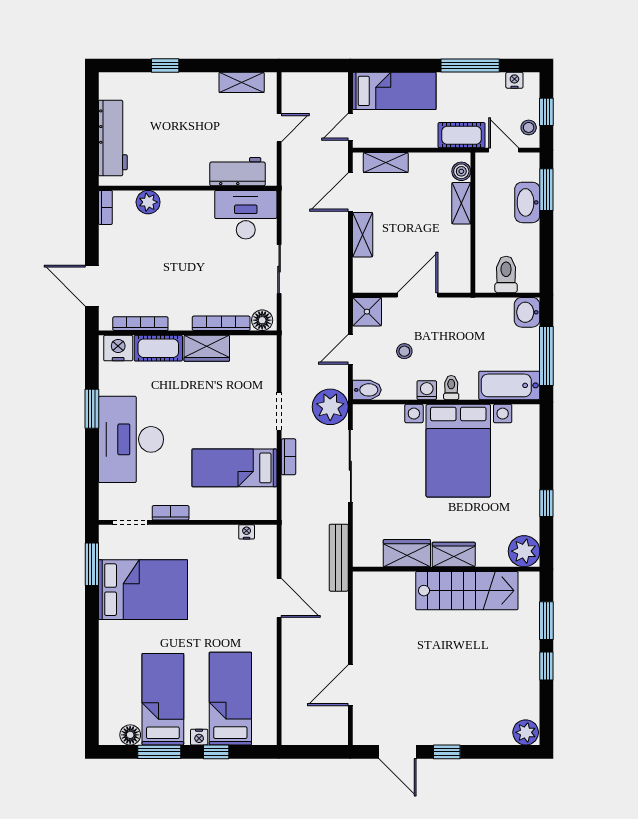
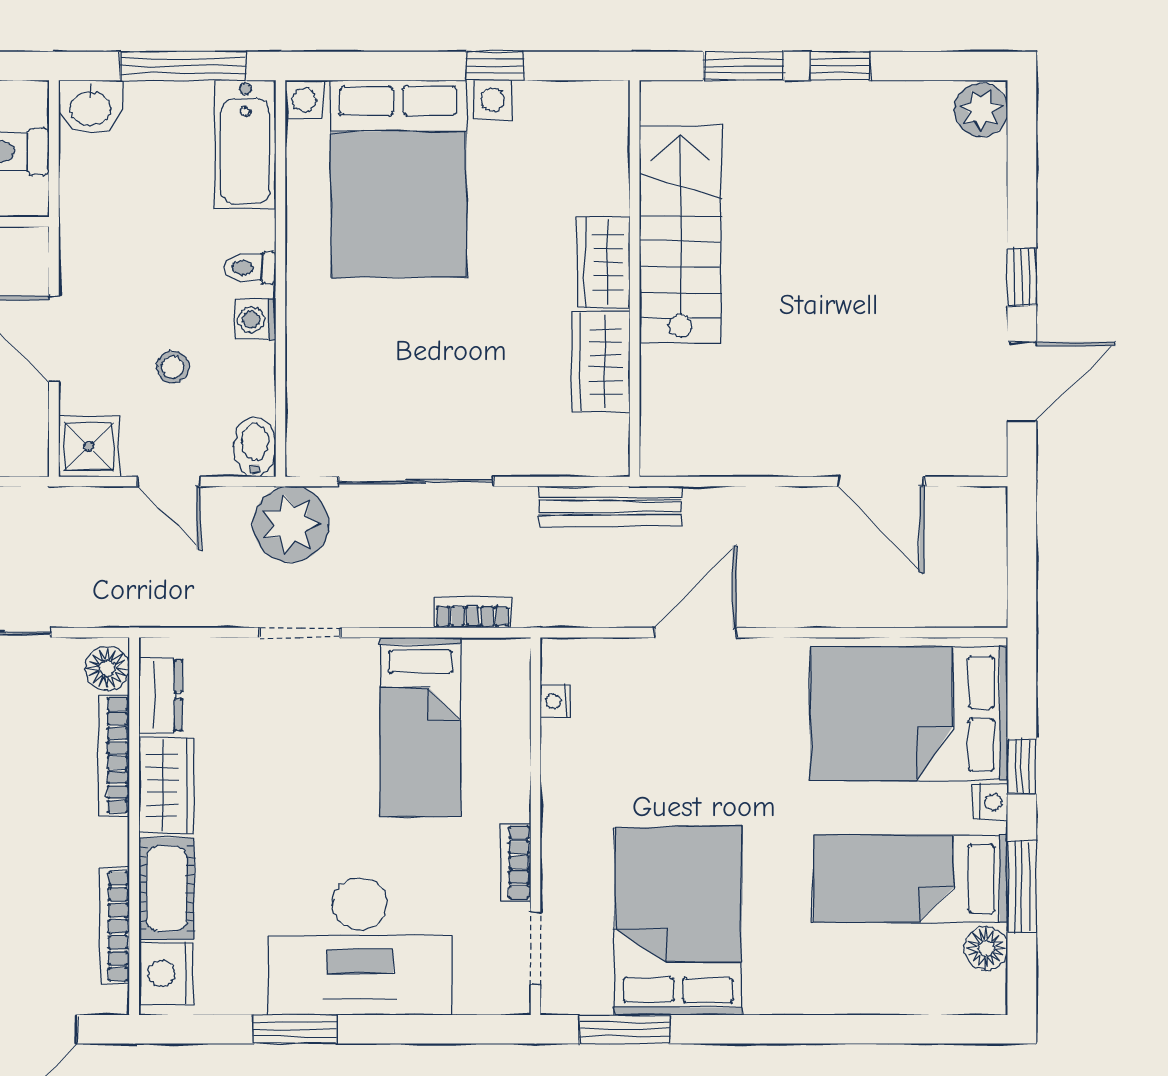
dresser: (249, 345) -> (161, 695), added
bed with nightstands: (458, 451) -> (398, 179), moved, turned 90
bookcase: (288, 457) -> (473, 613), moved
plant: (524, 551) -> (597, 113), removed
bed: (230, 699) -> (909, 714), width x1.50

